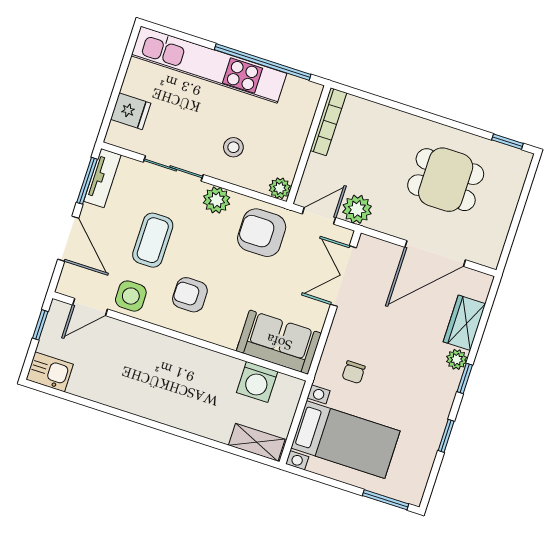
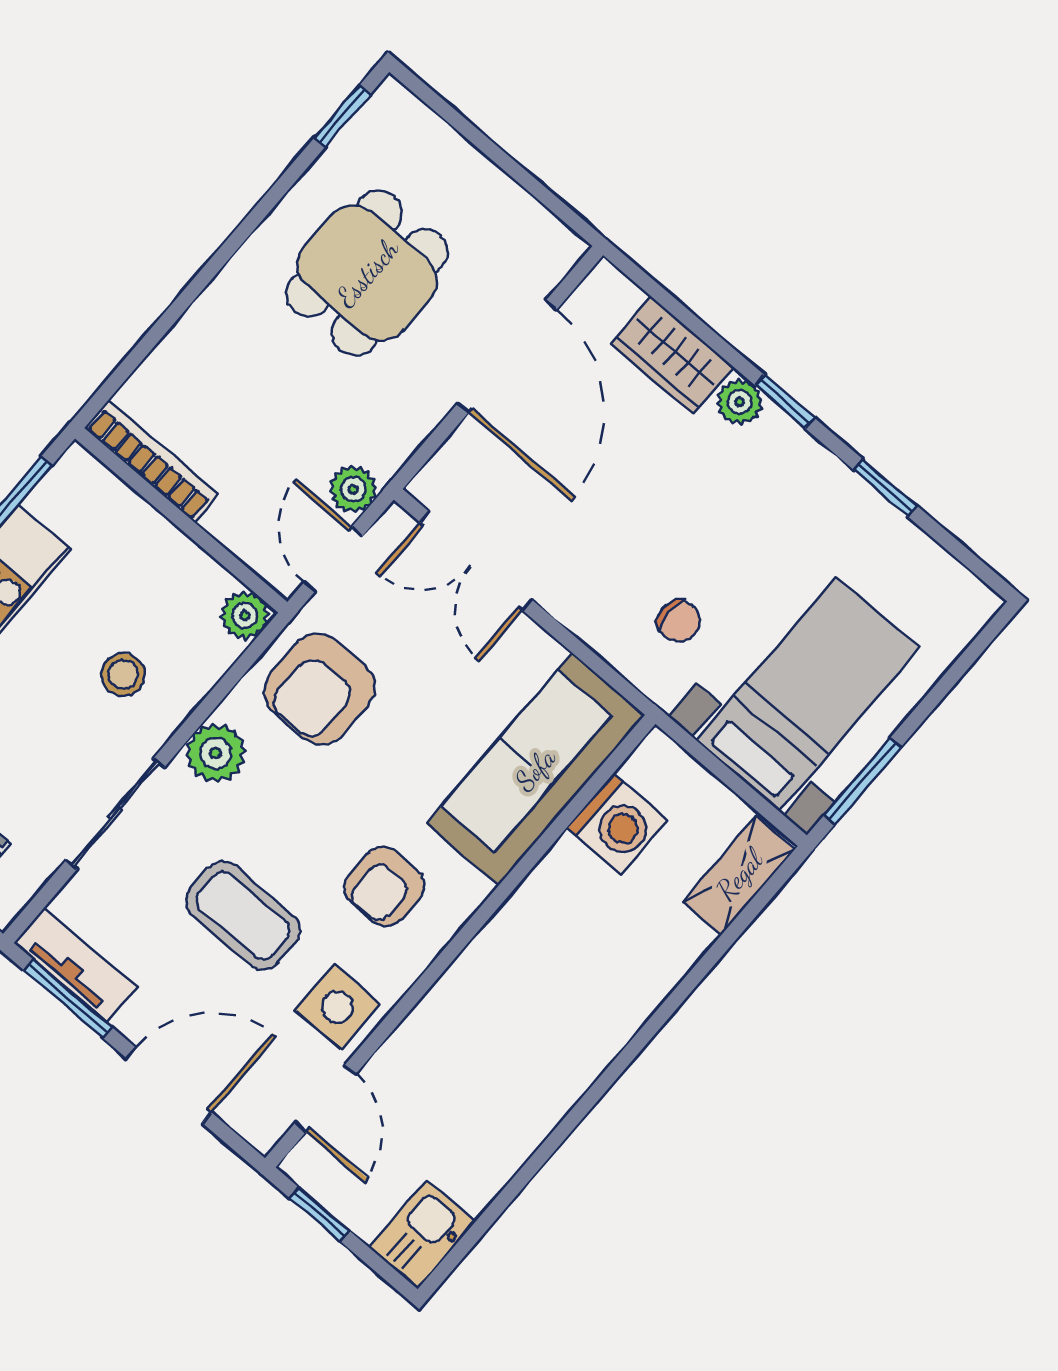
plant: (357, 209) -> (353, 489), width x0.73, depth x0.73
sofa: (279, 342) -> (535, 769), width x1.36
window: (386, 500) -> (862, 781), moved

